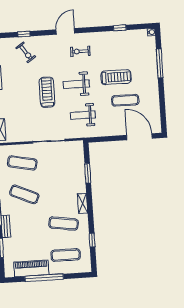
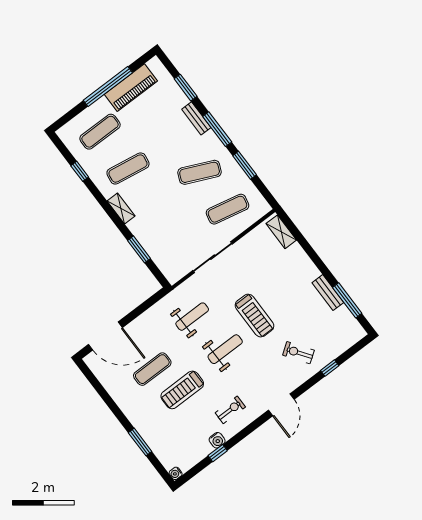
water cooler: (115, 35) -> (217, 440), added
exercise bike: (80, 51) -> (230, 410), moved
exercise bike: (26, 52) -> (298, 353), moved
window: (160, 63) -> (140, 442), width x0.69

